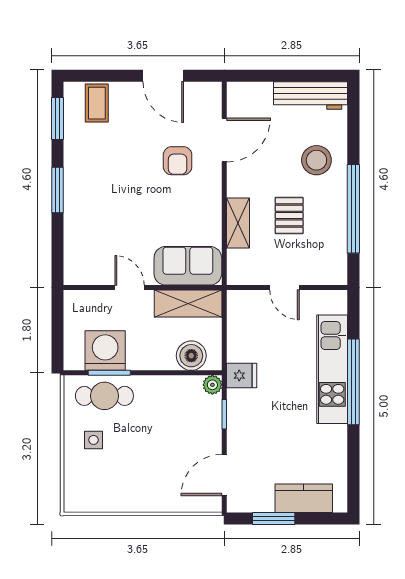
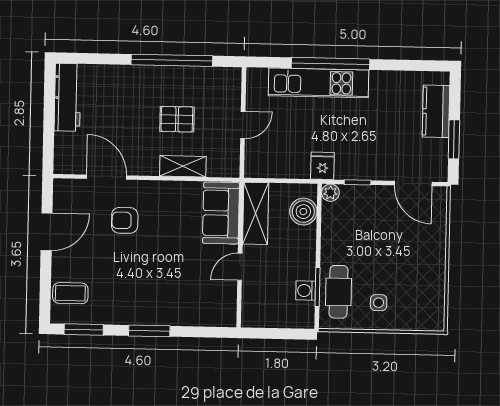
stool: (316, 160) -> (127, 93), removed
armchair: (178, 161) -> (125, 220), turned 180
washing machine: (105, 351) -> (306, 290), width x0.53, depth x0.53

